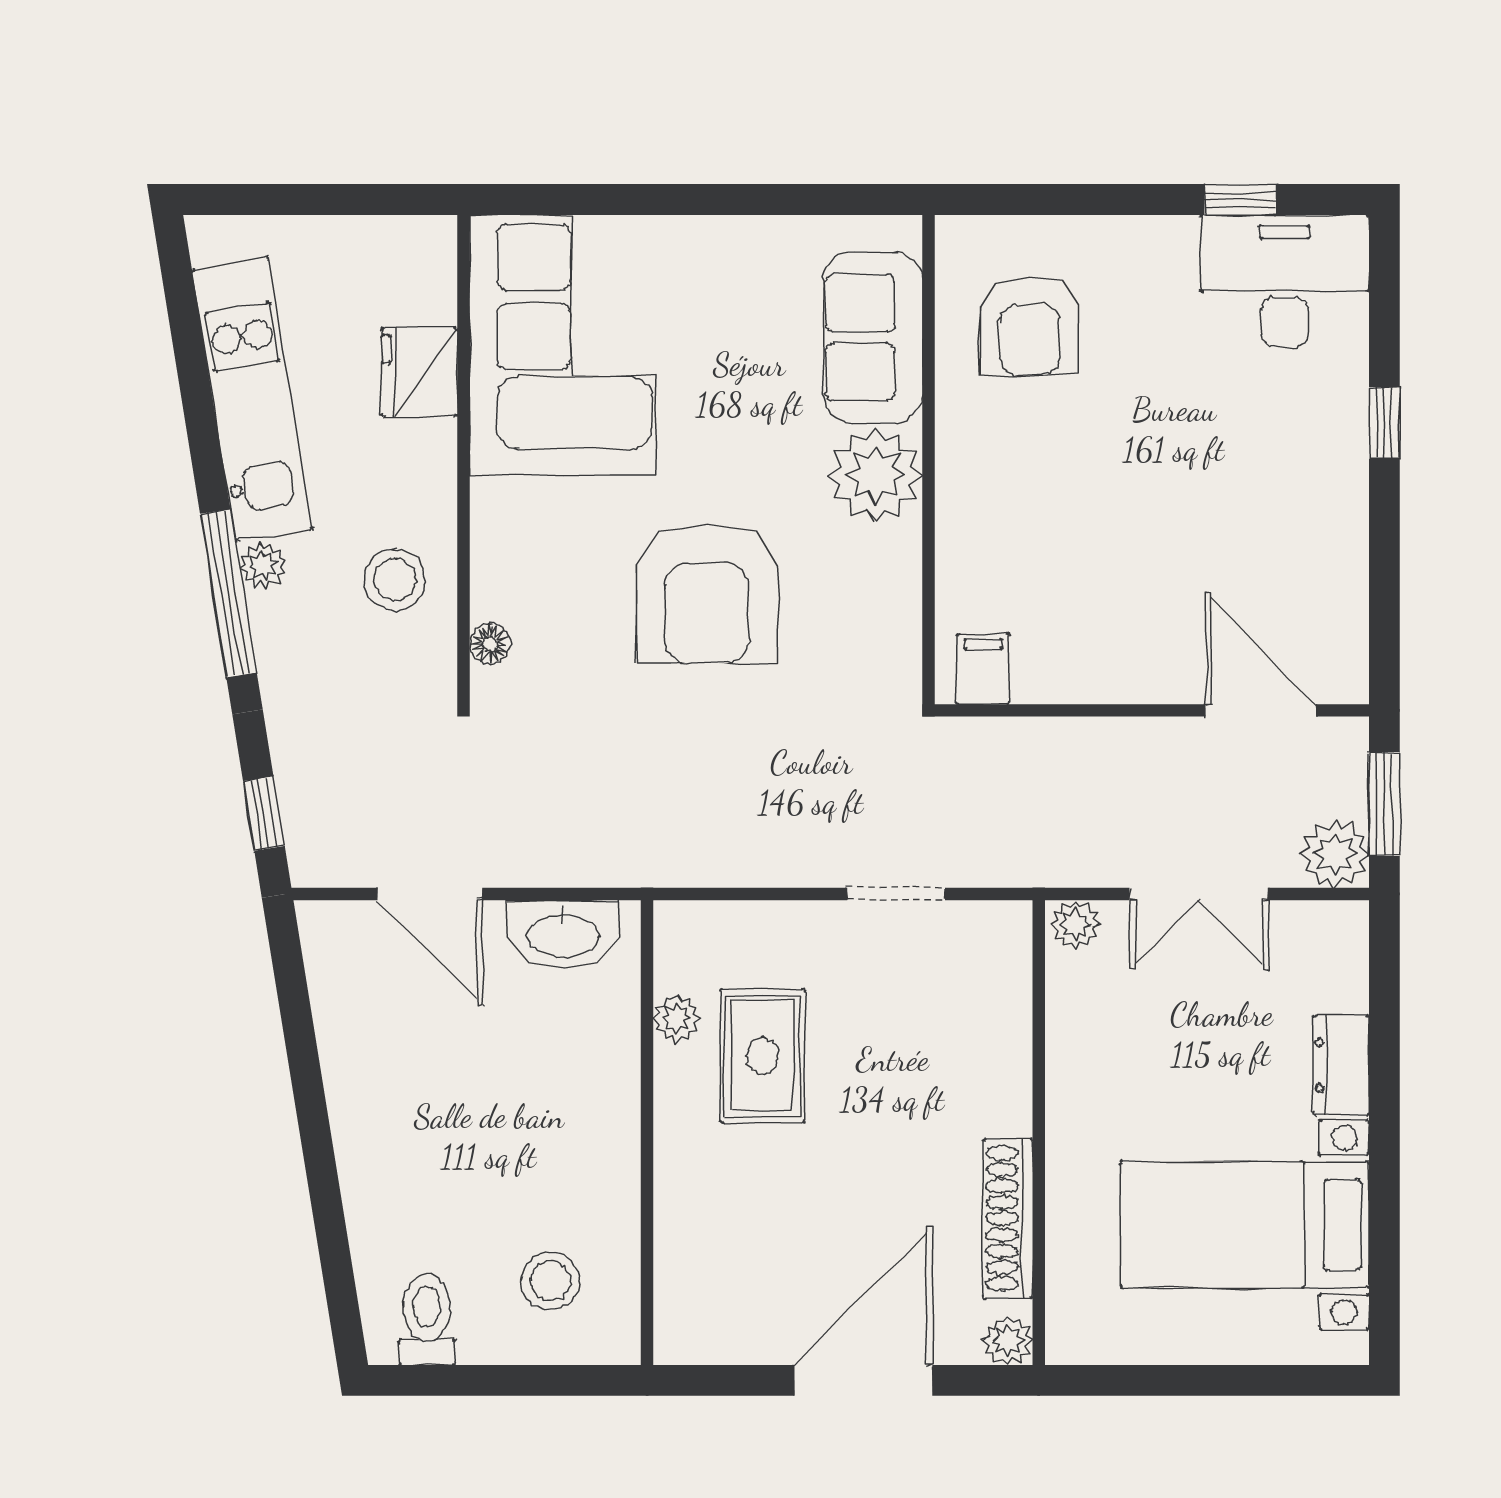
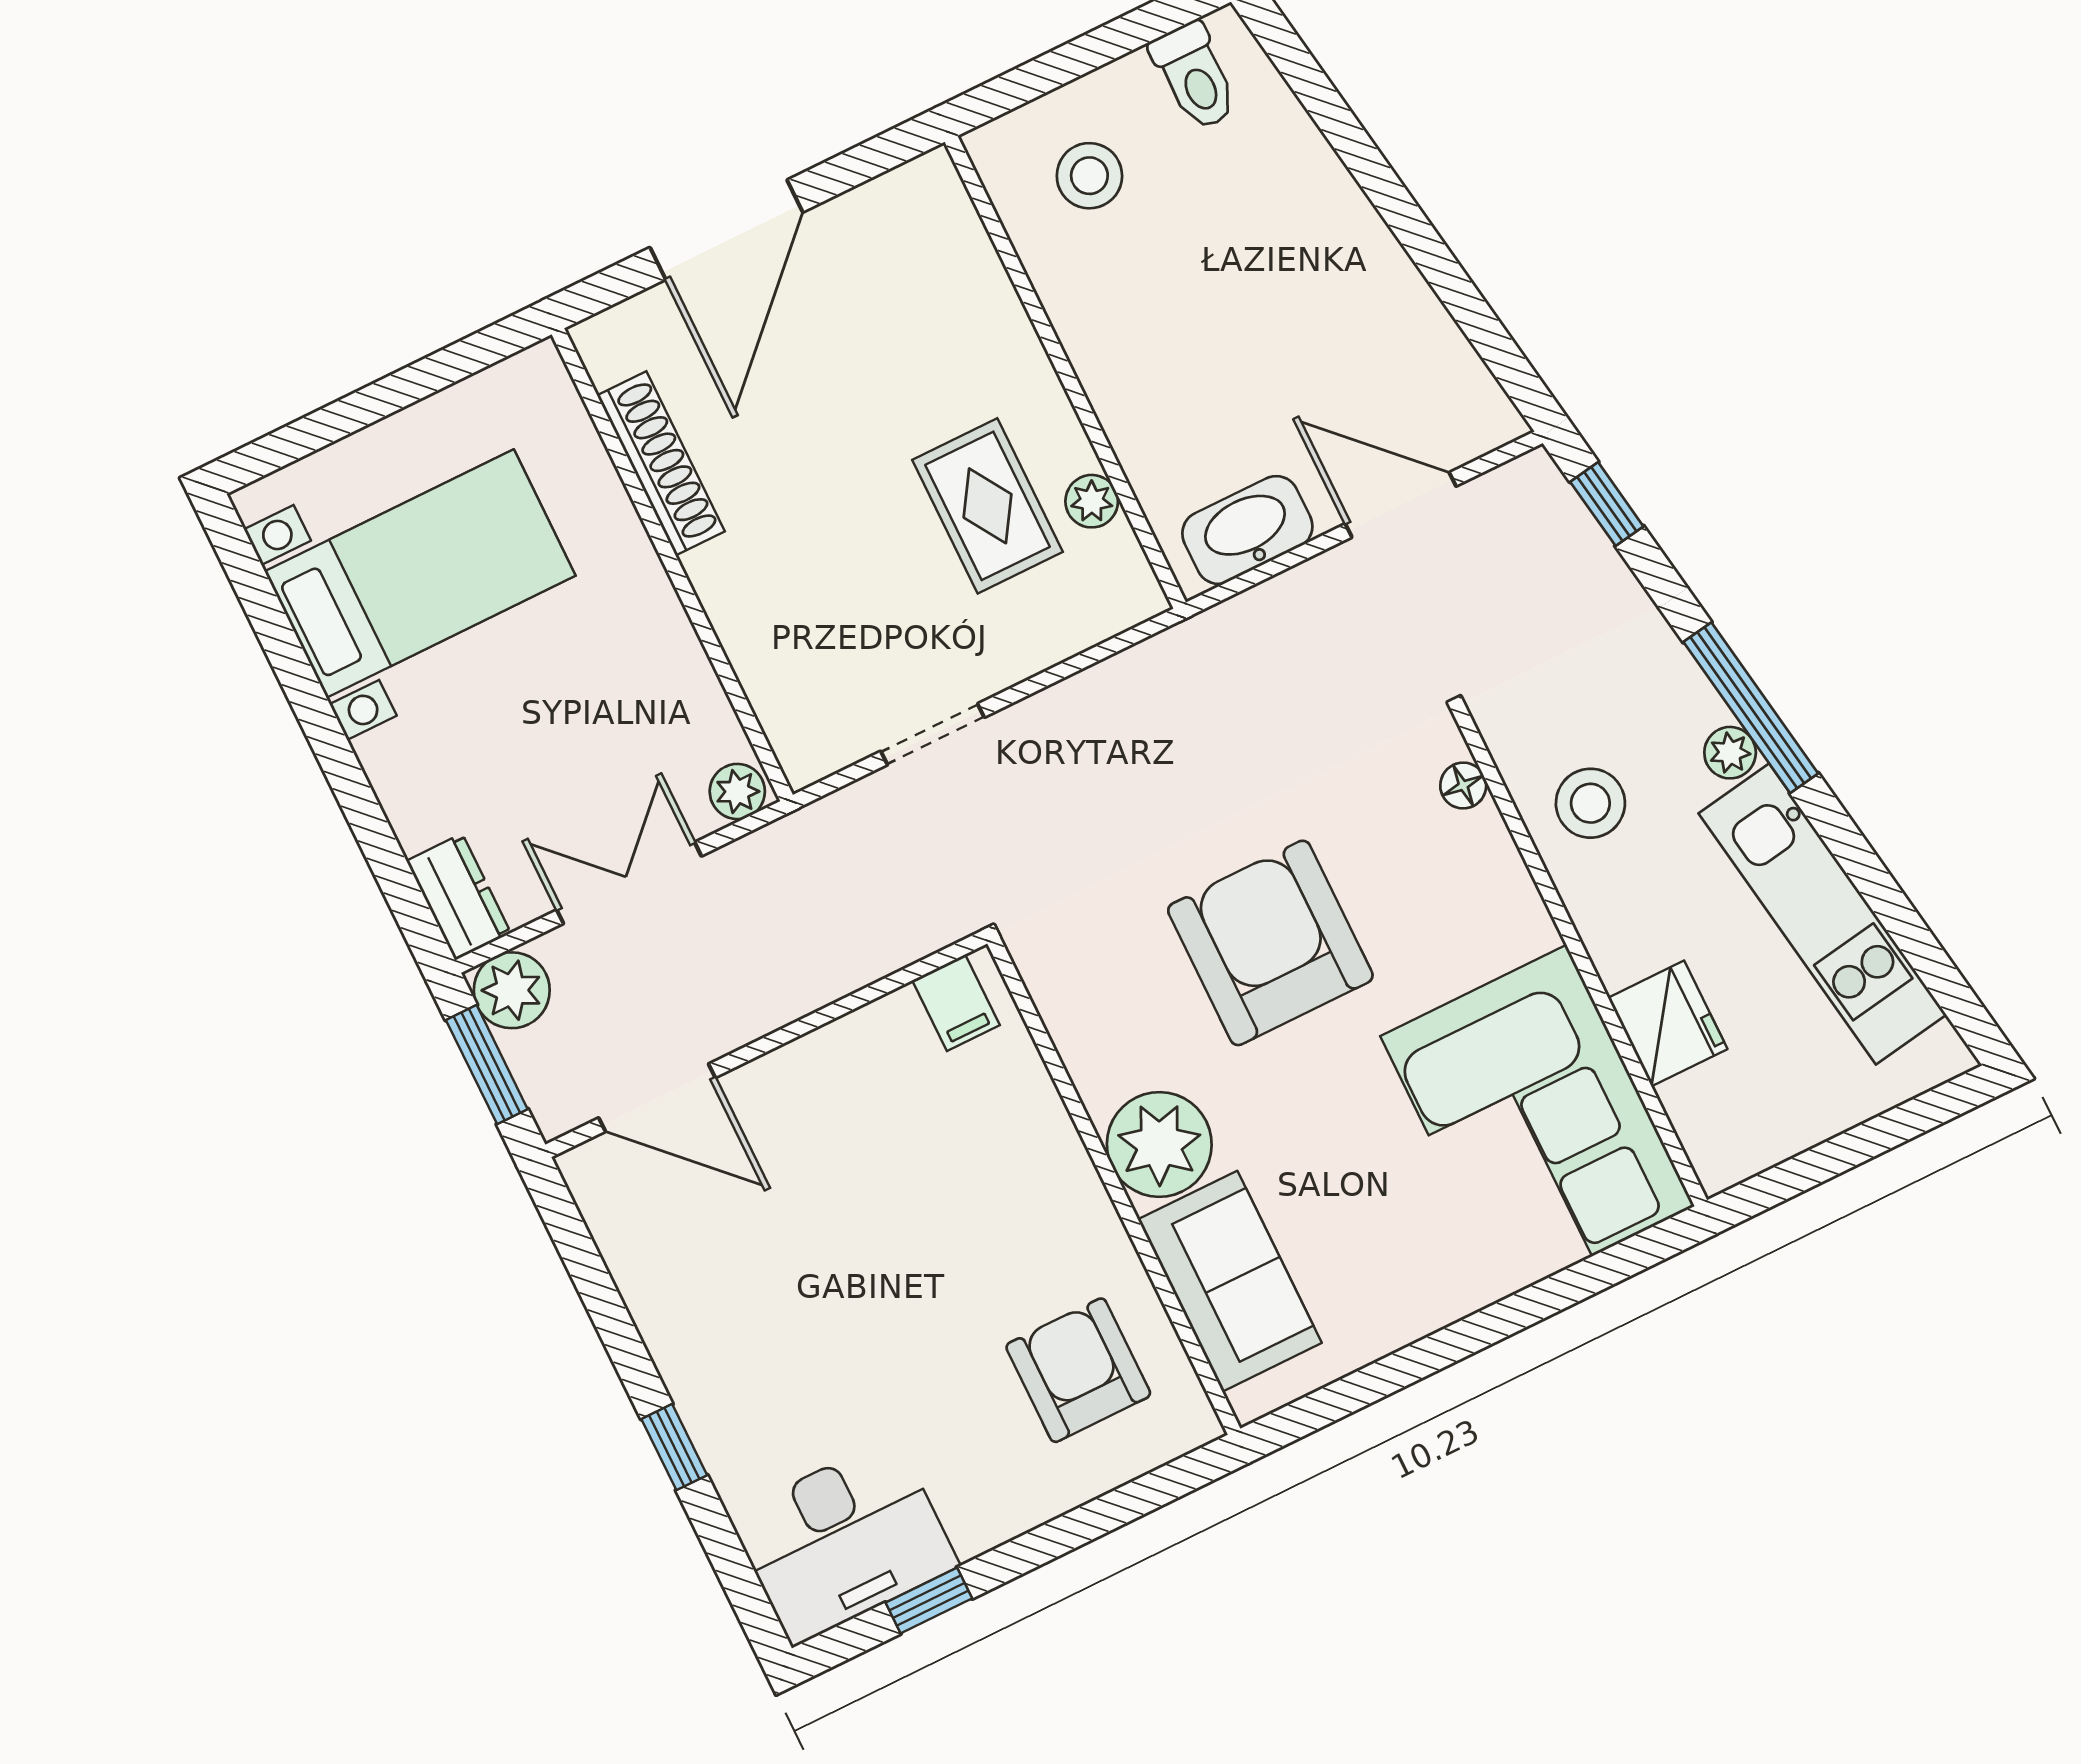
dresser: (1341, 1065) -> (459, 897), moved
plant: (1008, 1340) -> (601, 341), removed

